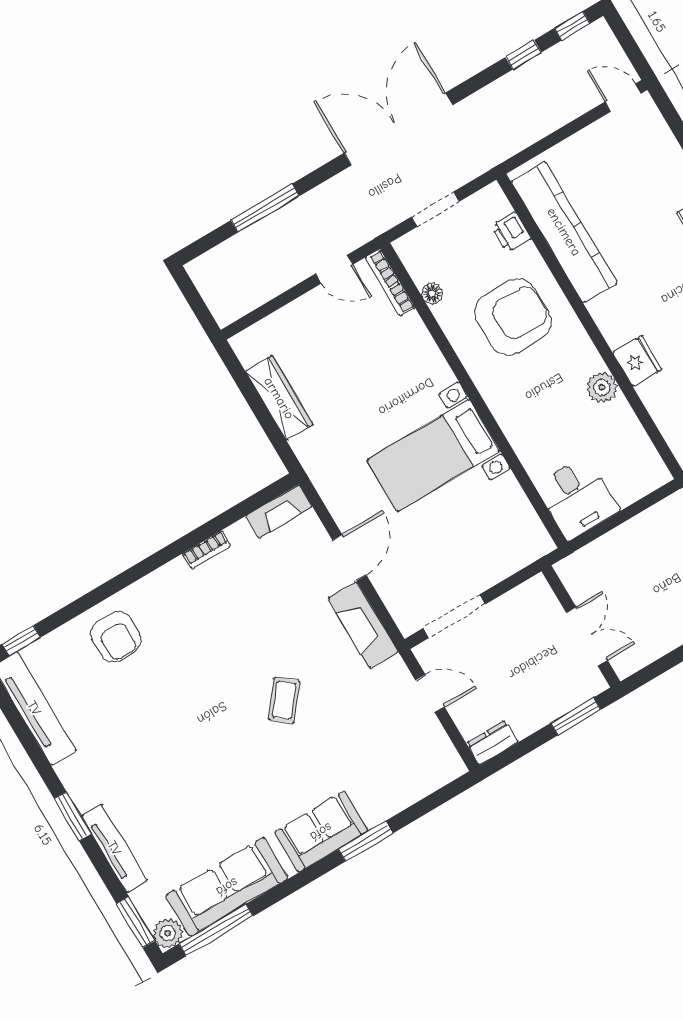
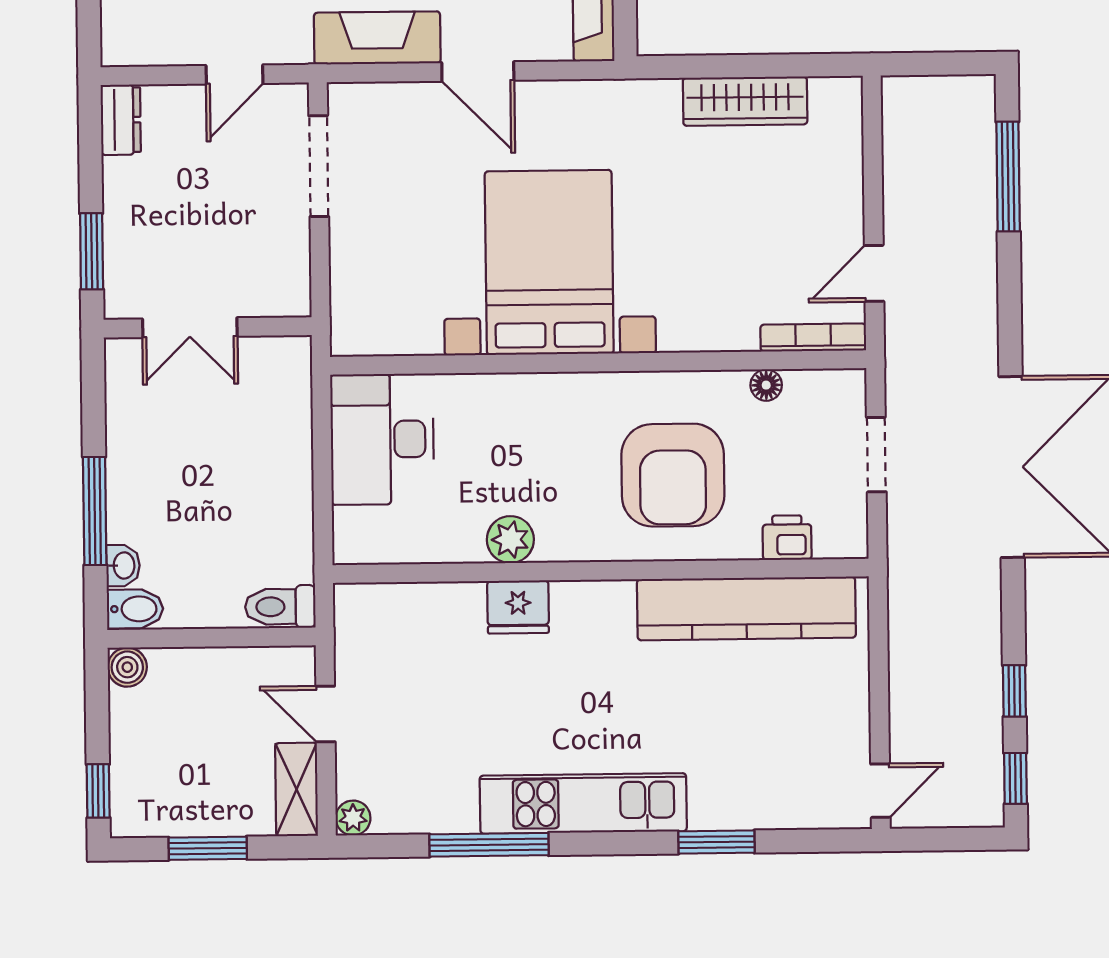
window: (265, 208) -> (1008, 177), moved
bed with nightstands: (433, 455) -> (549, 262), width x1.36
desk: (577, 498) -> (382, 439), width x1.37

